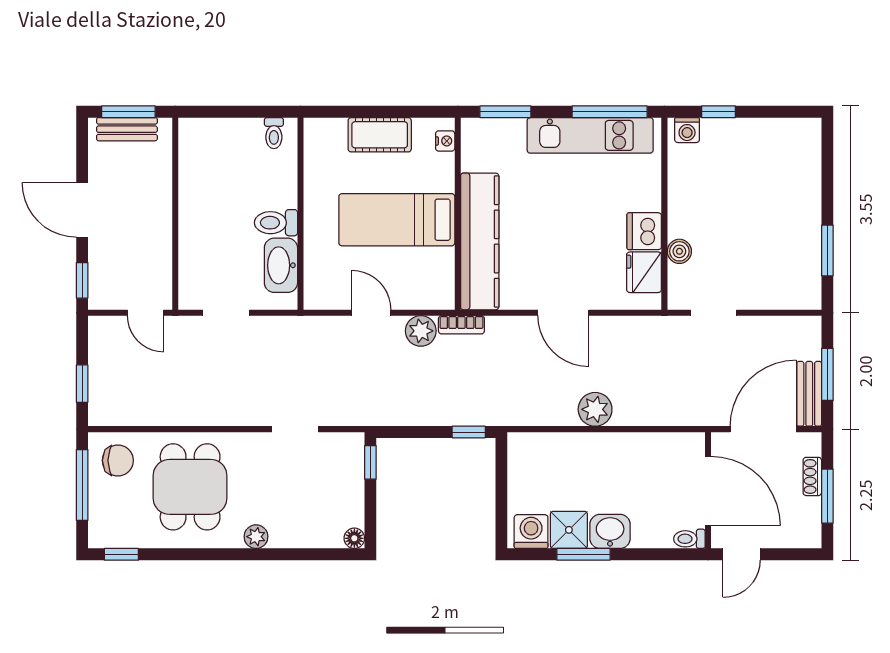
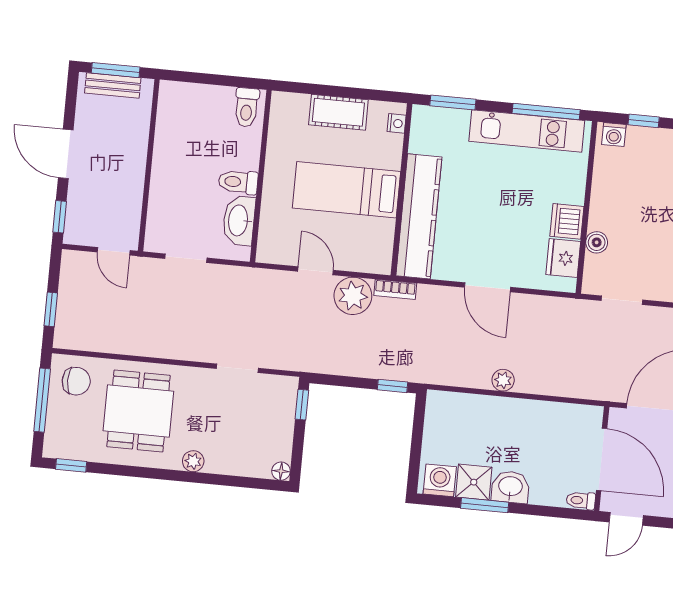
toilet: (274, 133) -> (247, 107), width x1.37, depth x1.39
plant: (421, 331) -> (353, 296), width x1.36, depth x1.36
plant: (595, 409) -> (503, 380), width x0.73, depth x0.73

